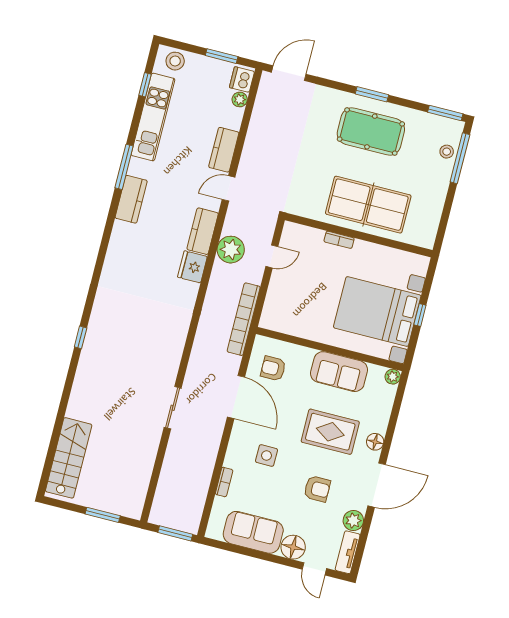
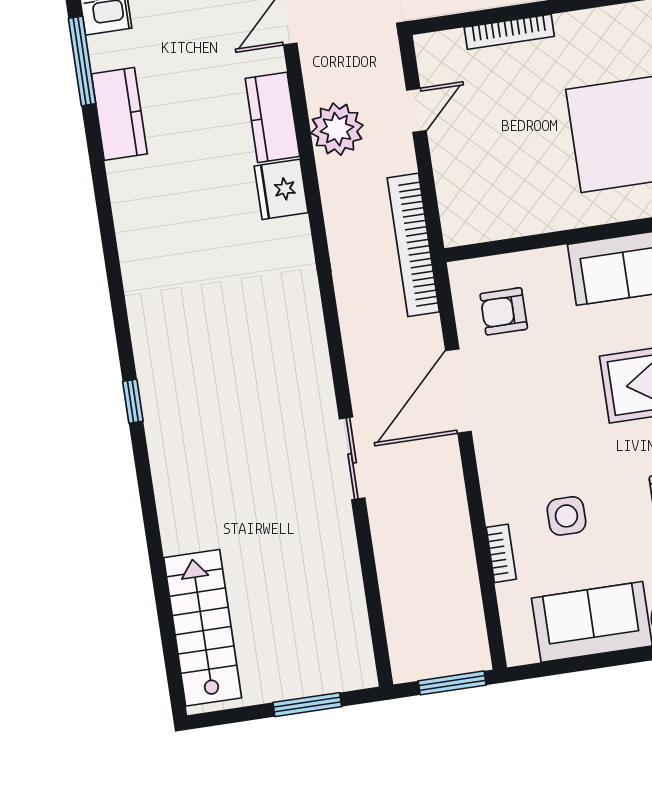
bookcase: (339, 240) -> (509, 32), width x1.56
door: (236, 397) -> (458, 391), swing flipped
side table: (266, 455) -> (566, 516), moved

